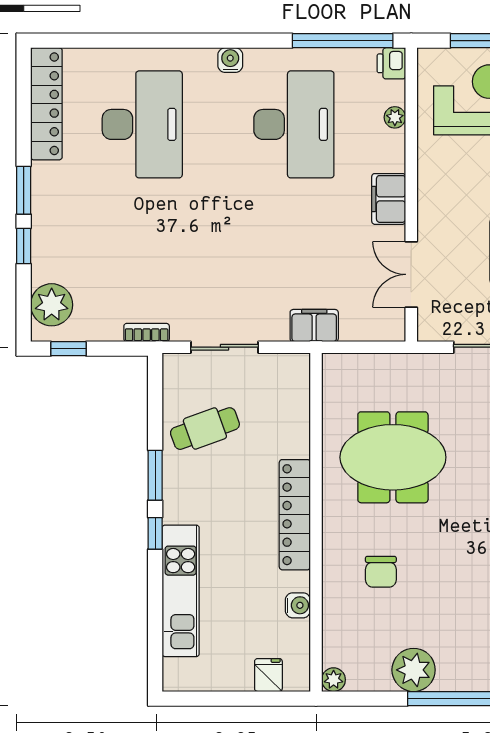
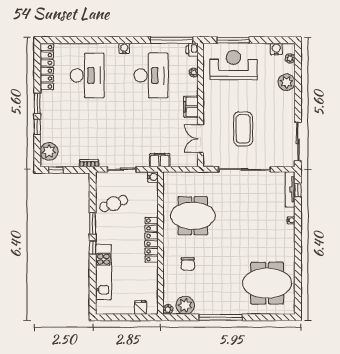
water cooler: (298, 605) -> (153, 177), moved
plant: (414, 670) -> (185, 305), moved

